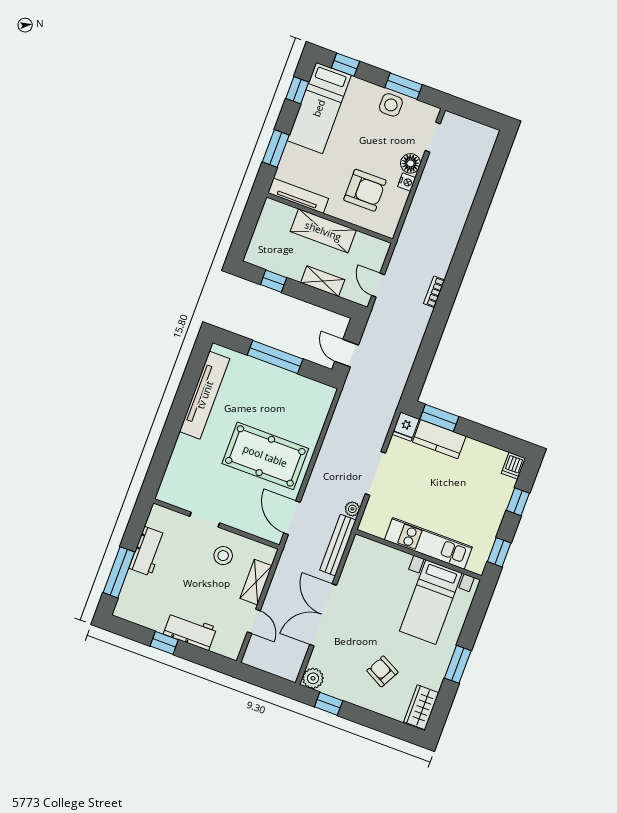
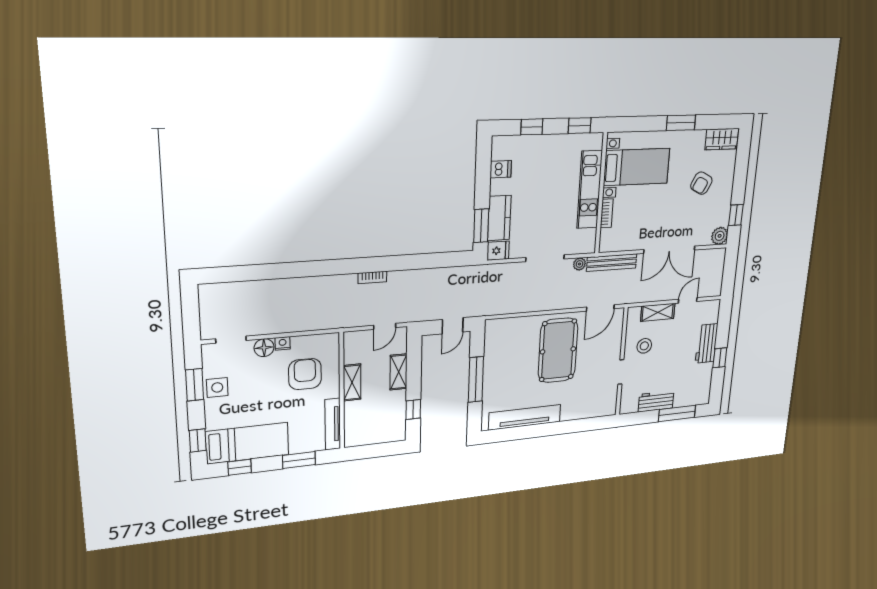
shelving: (323, 231) -> (352, 382), width x0.67, depth x0.75
dishwasher: (513, 466) -> (501, 169), moved
bookcase: (395, 555) -> (607, 213), added

